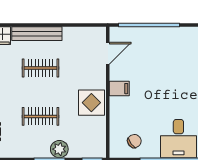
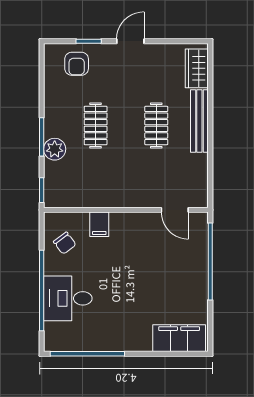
filing cabinet: (119, 89) -> (99, 224), moved
display table: (91, 103) -> (113, 189), removed

